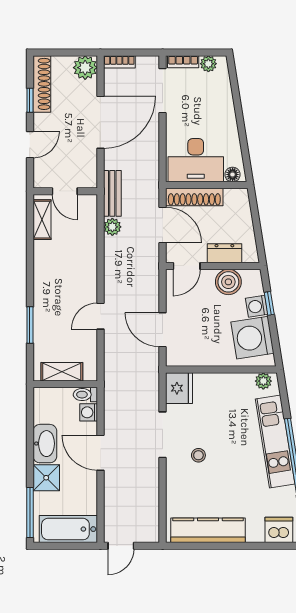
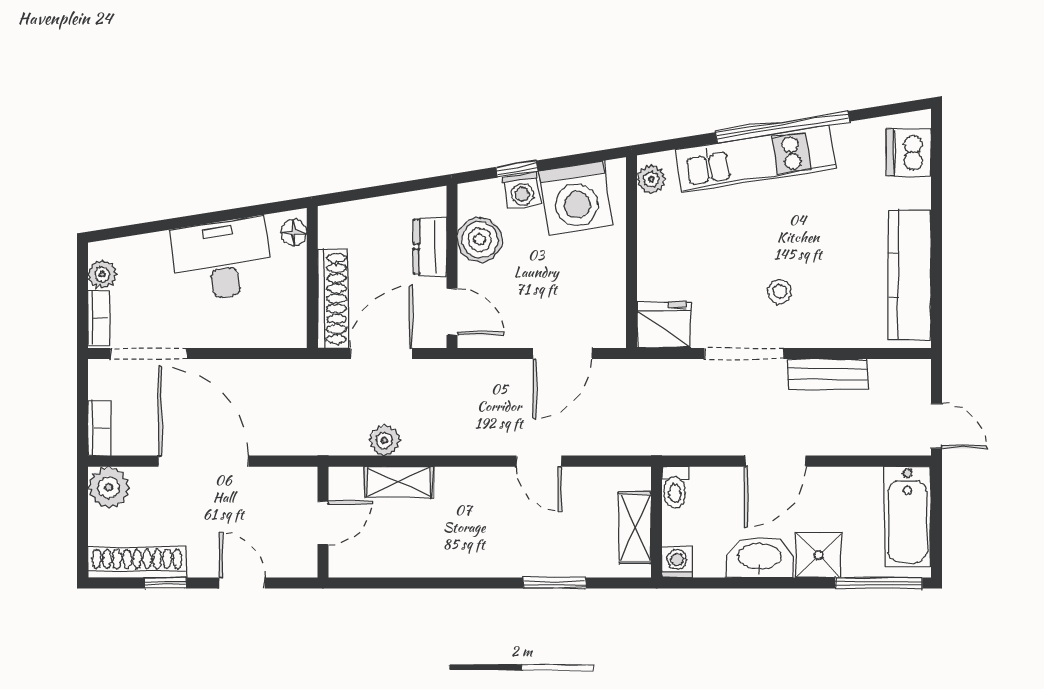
desk: (196, 160) -> (222, 260), moved, turned -99
bench: (112, 193) -> (828, 374), moved
shelving: (42, 220) -> (399, 482), moved
washing machine: (89, 412) -> (677, 563), moved, turned 180

